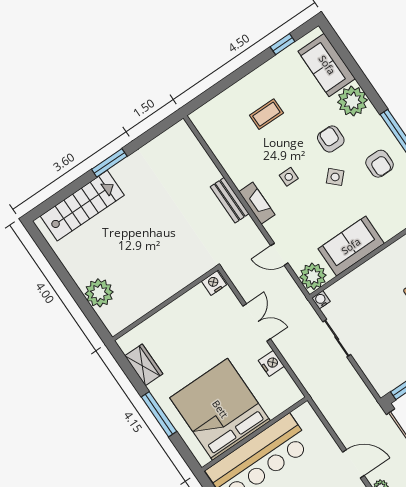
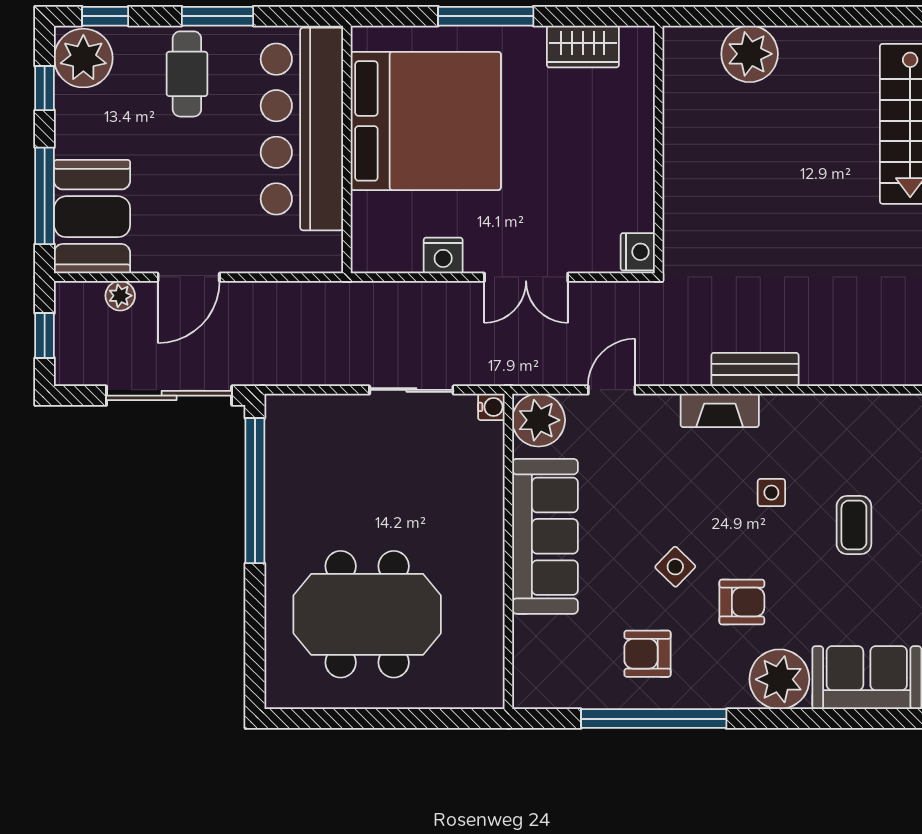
side table: (289, 177) -> (771, 493), moved
sofa: (351, 246) -> (545, 536), width x1.36

